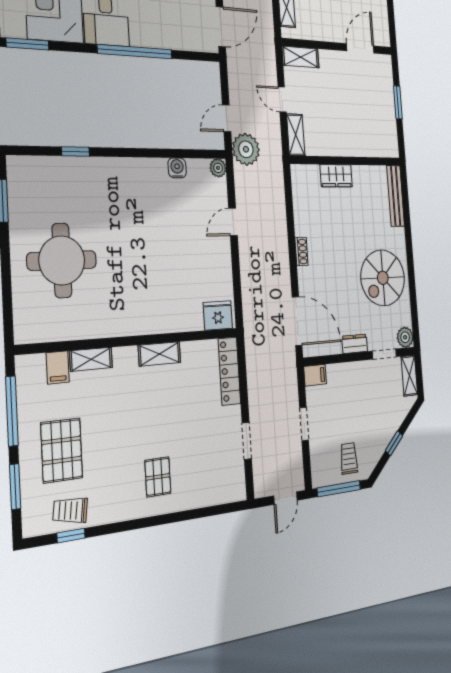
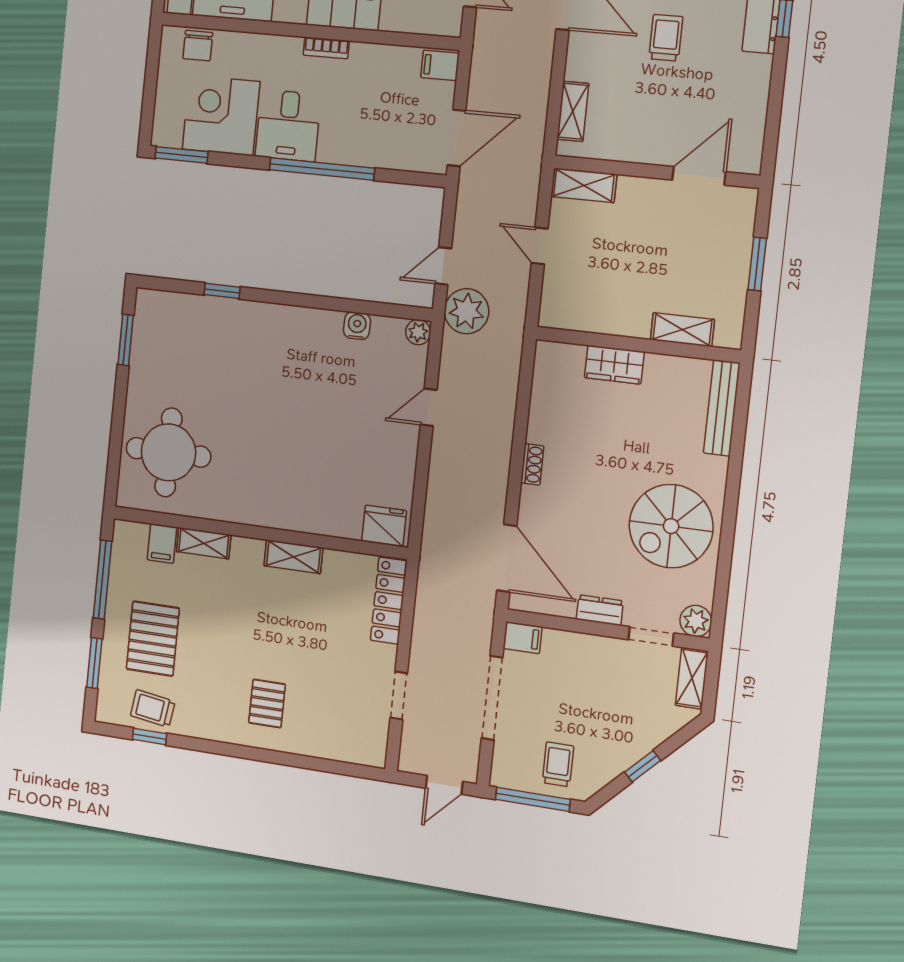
shelving: (296, 135) -> (682, 330), moved, turned 90
round table: (62, 260) -> (168, 452), moved
doorway: (304, 424) -> (492, 698), width x1.88

